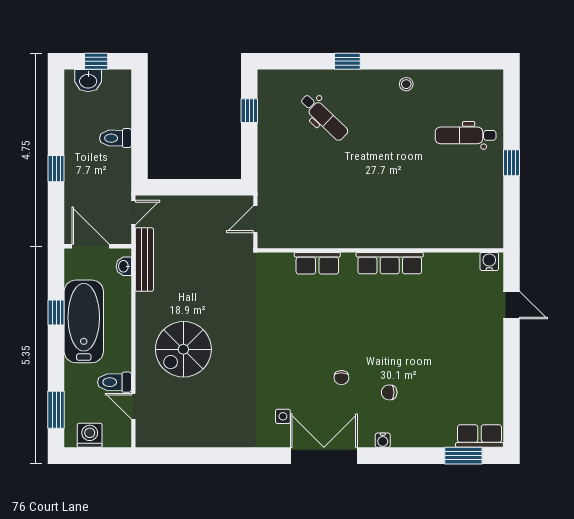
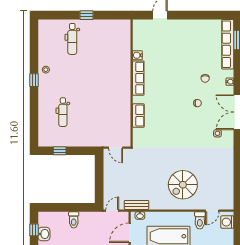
window: (347, 61) -> (34, 80), moved
dental chair: (324, 117) -> (63, 112), turned 136
door: (133, 213) -> (112, 211), hinge flipped
bench: (144, 260) -> (136, 205), width x0.73
water cooler: (489, 261) -> (137, 55), moved
spiral stairs: (183, 349) -> (183, 185), turned 90
washing machine: (90, 435) -> (227, 222), moved
row of seats: (479, 436) -> (228, 44), width x2.02

